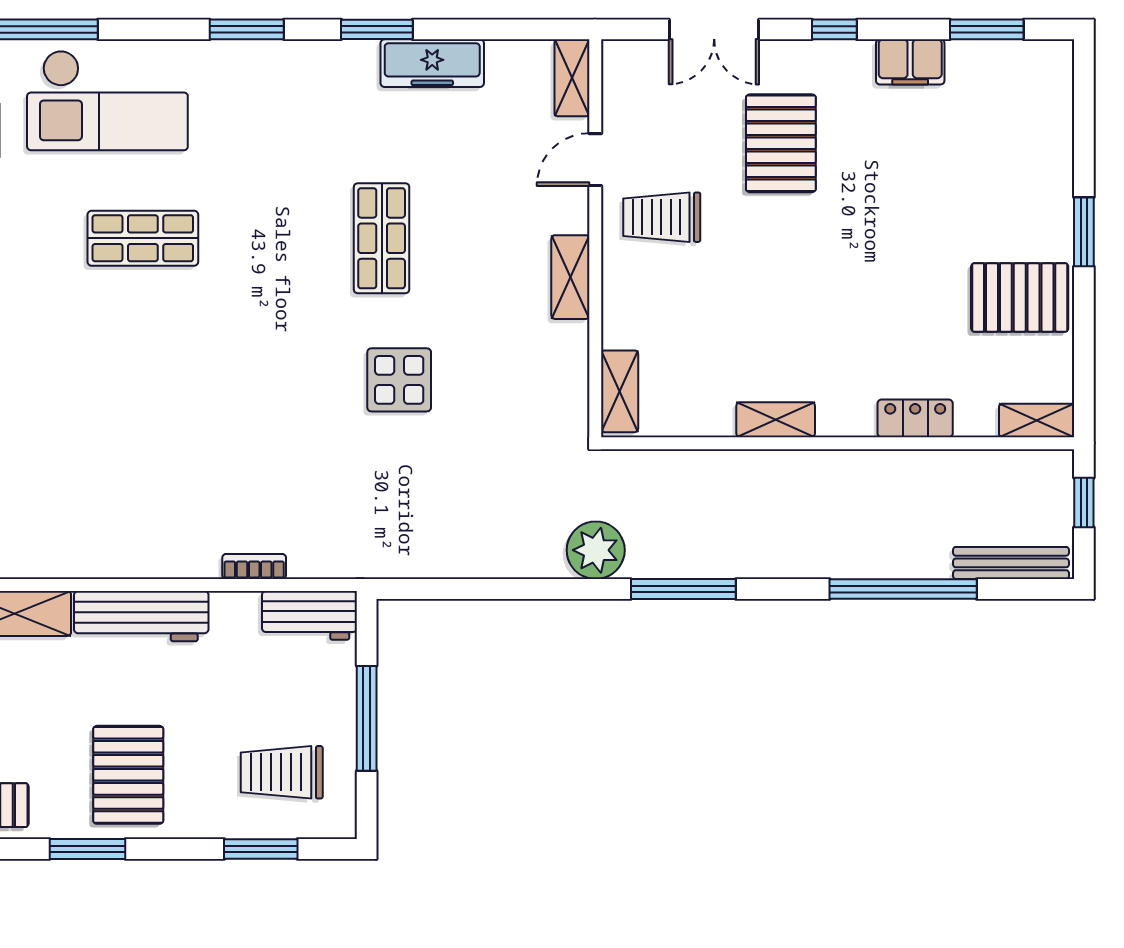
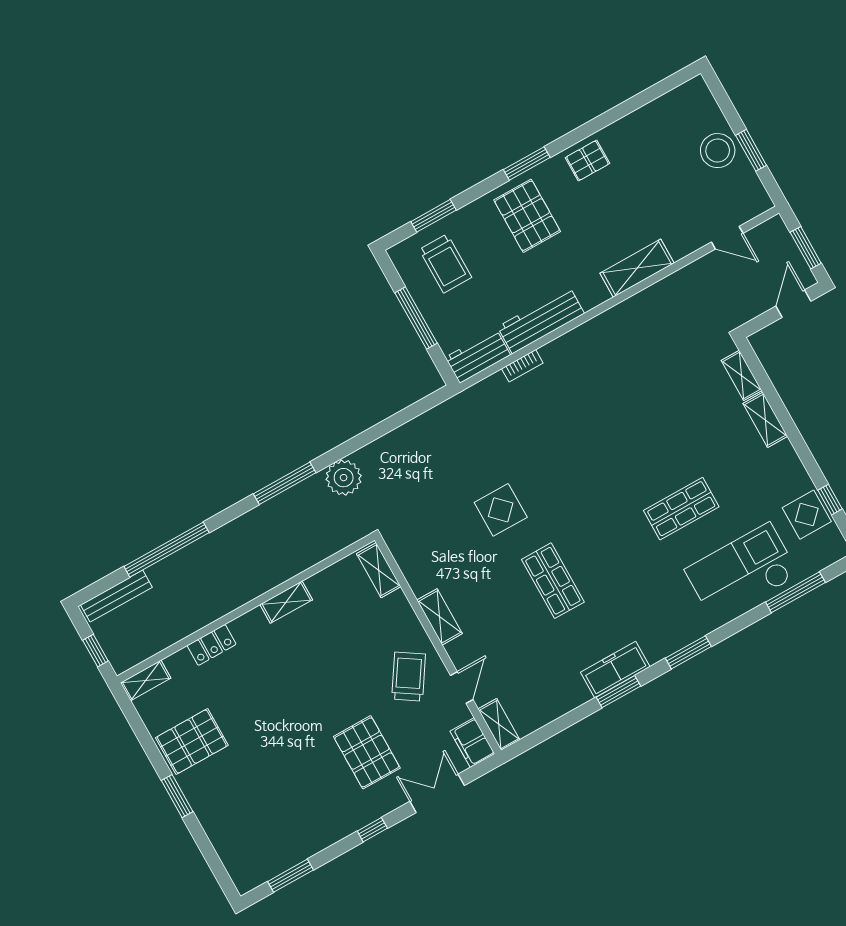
filing cabinet: (910, 62) -> (472, 743), moved, turned -90
freezer: (432, 63) -> (615, 670), moved
trolley: (662, 217) -> (409, 677), turned -57
workbench: (141, 616) -> (541, 320), moved
trolley: (282, 772) -> (445, 263), turned 90

